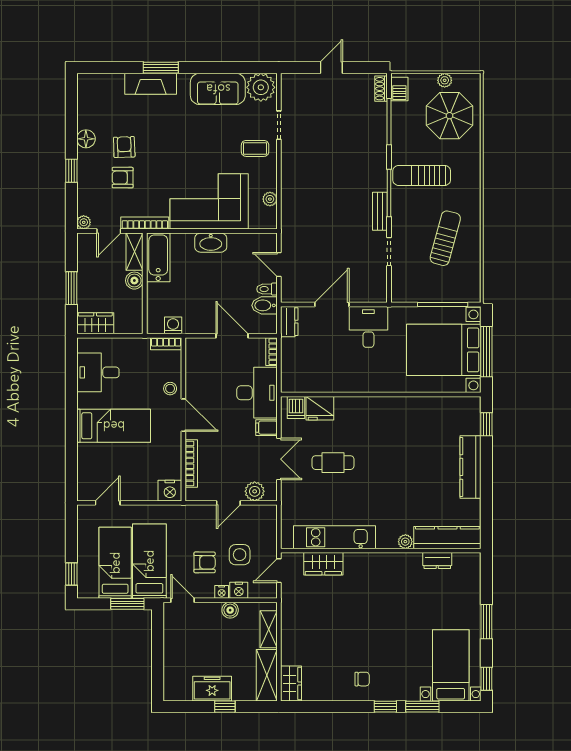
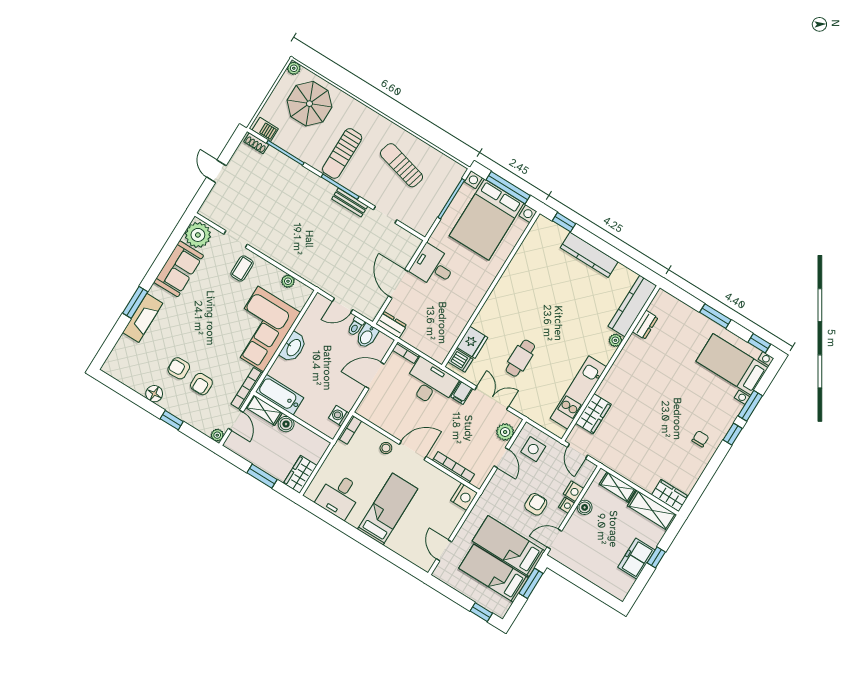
plant: (445, 80) -> (294, 68), moved
side table: (240, 555) -> (533, 449), moved

